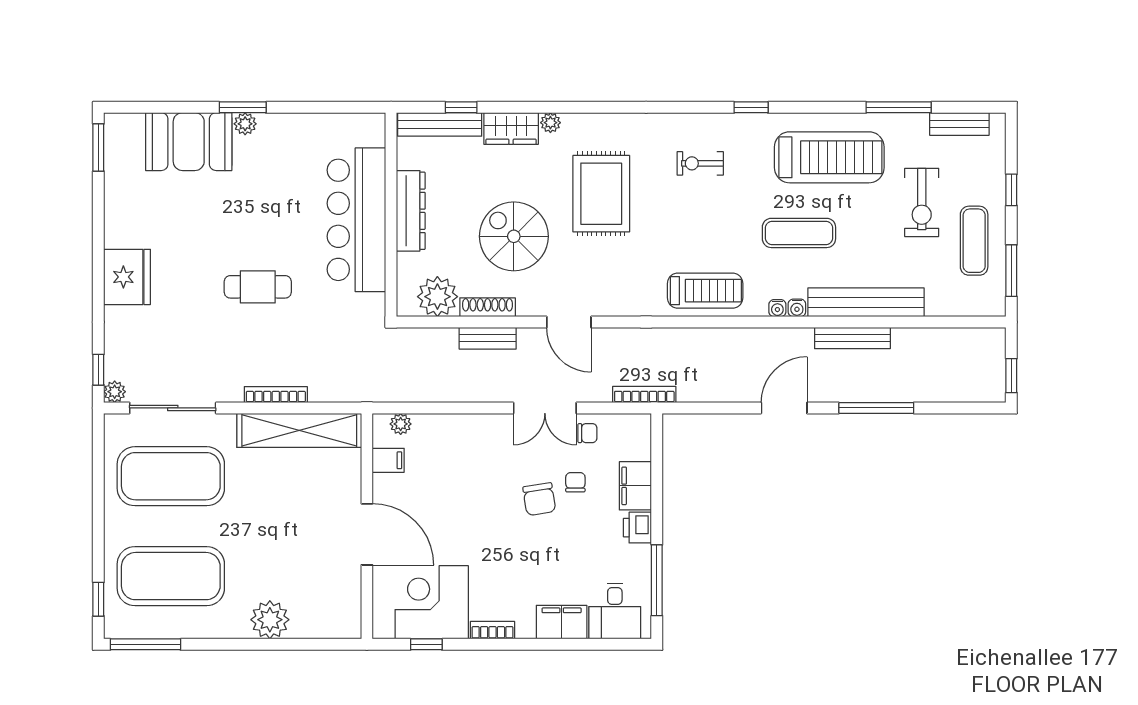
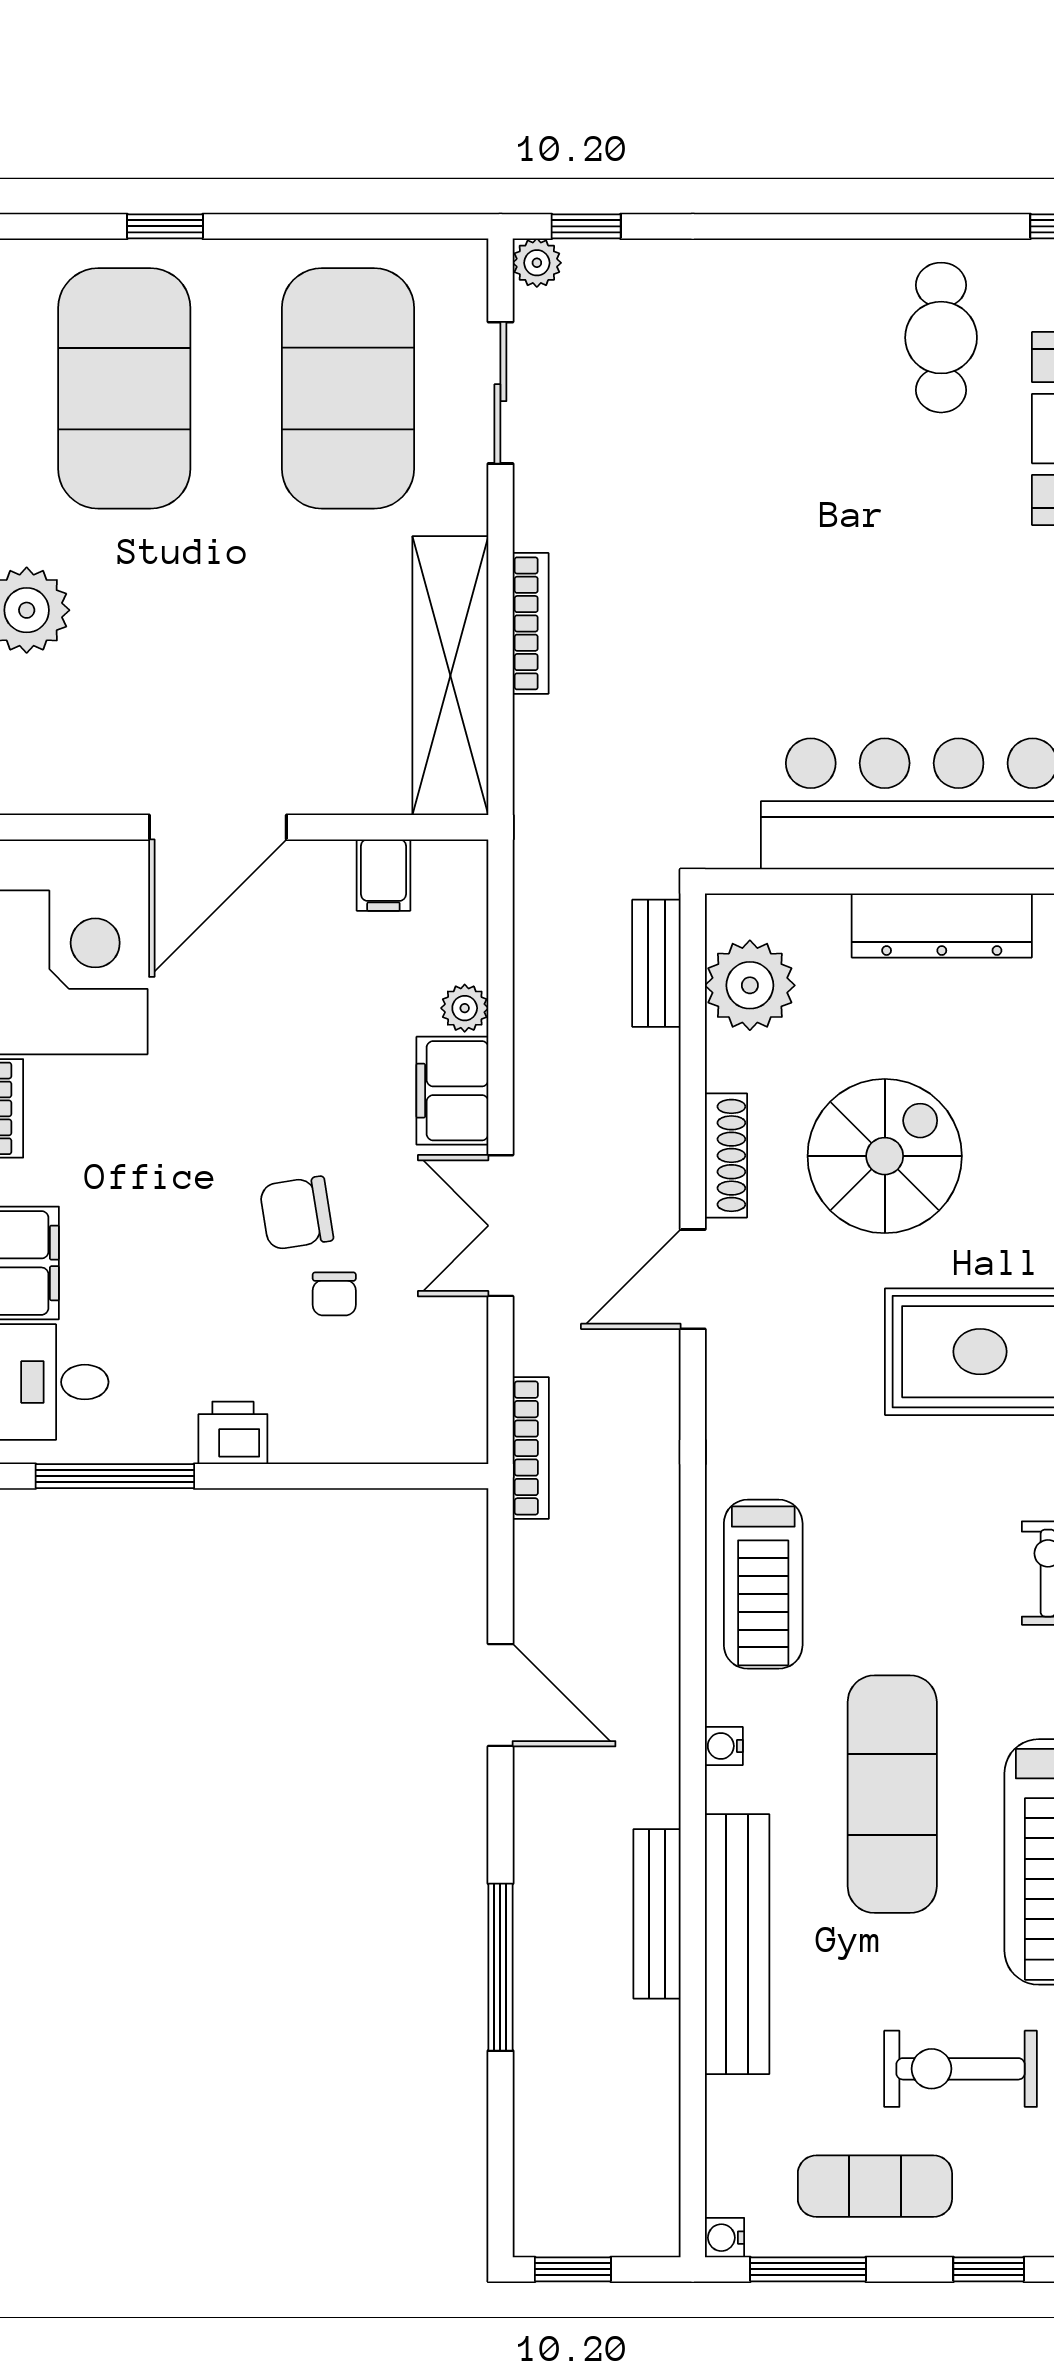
exercise mat: (799, 233) -> (892, 1794), width x1.36, depth x1.45
fridge: (127, 277) -> (794, 291), removed
cafe table: (258, 287) -> (941, 338), moved
shoe rack: (488, 307) -> (726, 1155), moved
water cooler: (797, 308) -> (725, 2238), moved
bench: (488, 338) -> (656, 963), moved
sliding door: (173, 408) -> (500, 393), width x0.73
door: (784, 408) -> (500, 1695), moved
plant: (401, 424) -> (465, 1008), moved
chair: (587, 433) -> (444, 1321), removed
chair: (575, 482) -> (334, 1294), turned 90
filing cabinet: (635, 486) -> (452, 1091), moved, turned -90
window: (98, 599) -> (165, 226), moved

